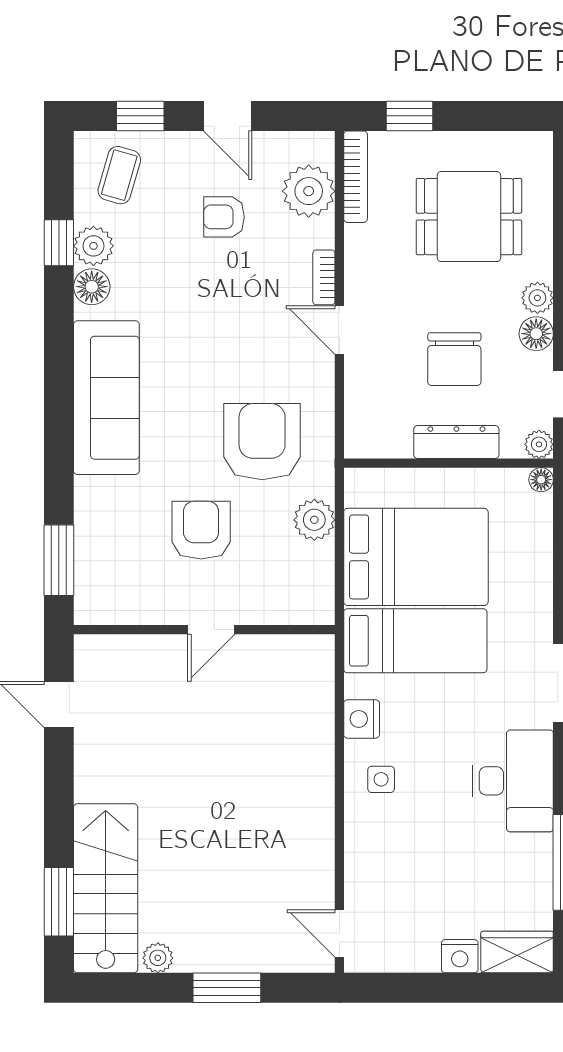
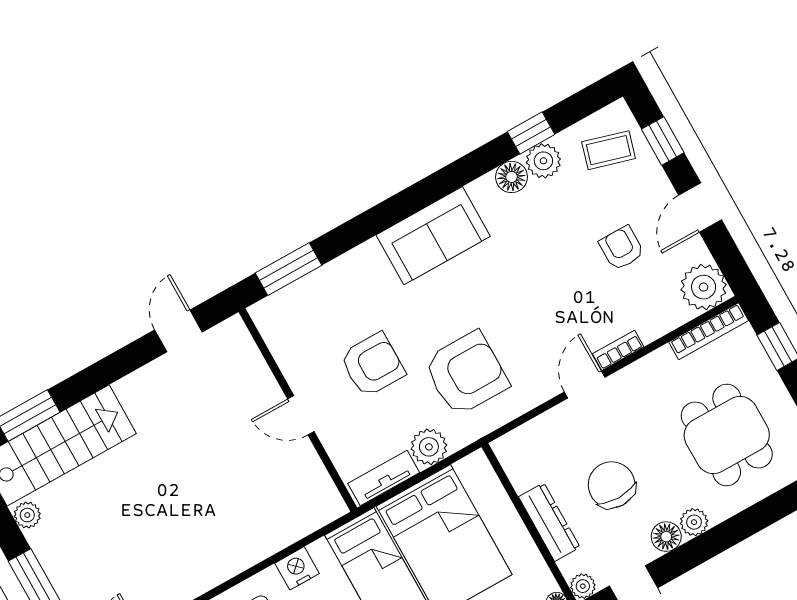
plant: (309, 191) -> (704, 287), moved
chair: (454, 359) -> (612, 485), turned 90
sofa: (106, 398) -> (433, 236), width x0.73
tv unit: (320, 582) -> (384, 478), added

